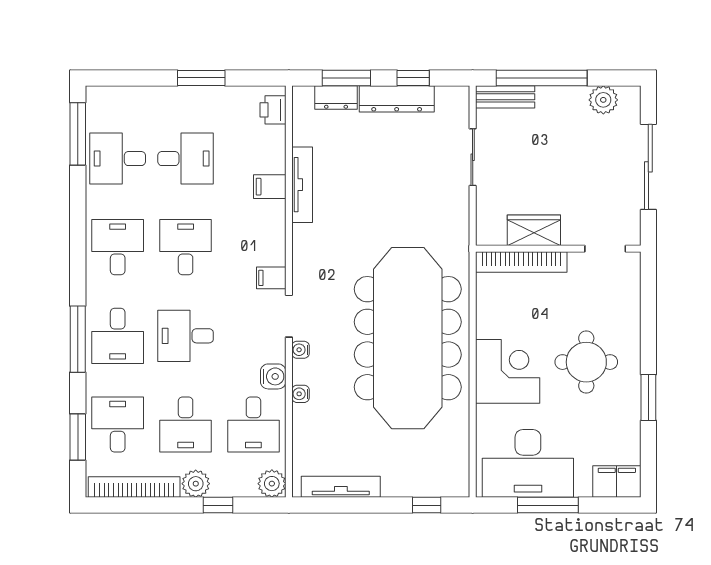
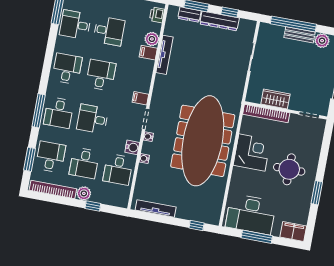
bench: (505, 97) -> (300, 35), moved
corner desk: (508, 371) -> (252, 153), moved
plant: (272, 484) -> (152, 39), moved

